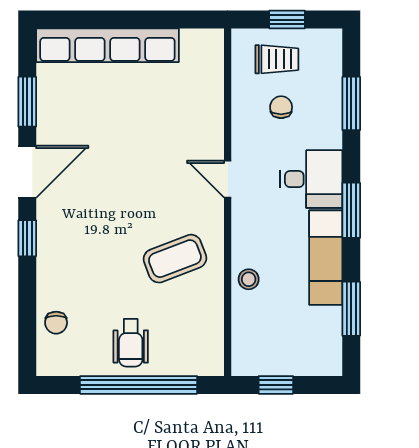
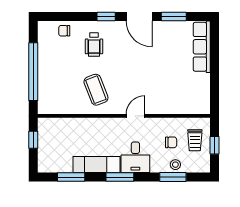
row of seats: (107, 45) -> (202, 47), width x0.73
stool: (249, 279) -> (175, 165), moved
wheelchair: (131, 343) -> (94, 45), moved, turned -90

